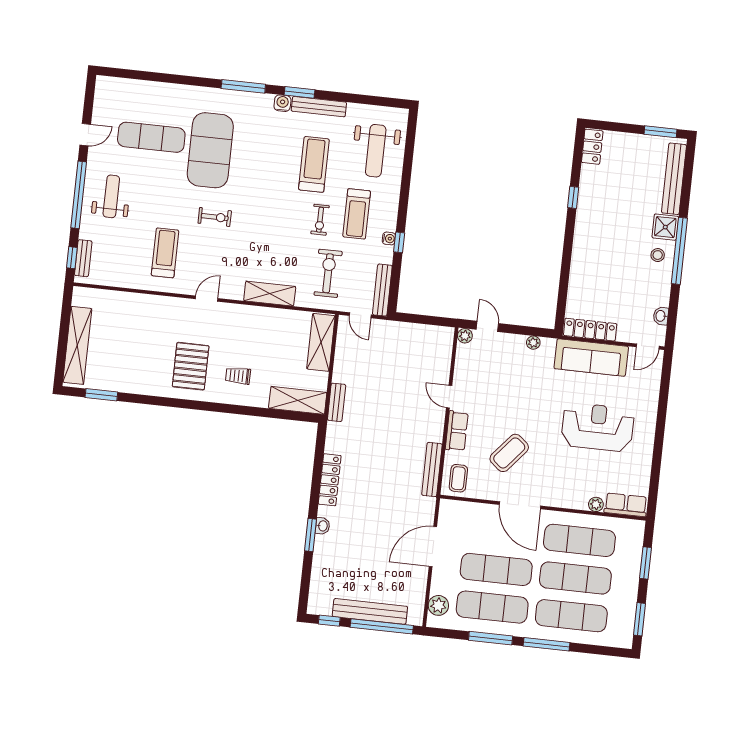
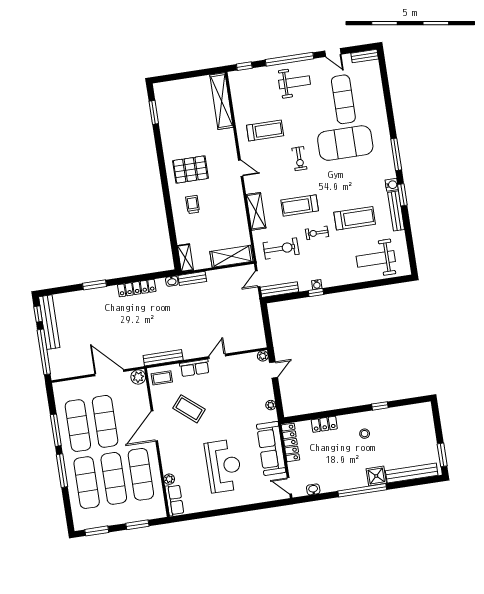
locker: (592, 147) -> (324, 424), moved
treadmill: (357, 214) -> (300, 205), moved
stool: (658, 255) -> (365, 434), moved
bench: (83, 258) -> (365, 56), moved
shelving: (77, 345) -> (221, 101), moved, turned 90
shelving: (298, 400) -> (185, 258), width x0.67, depth x0.75
washbasin: (323, 526) -> (172, 281), moved
plant: (438, 605) -> (138, 377), moved
bench: (370, 611) -> (49, 322), moved

